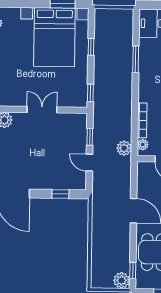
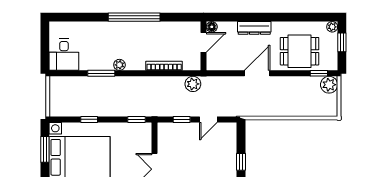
plant: (143, 145) -> (119, 65), moved
window: (60, 194) -> (241, 162), moved

